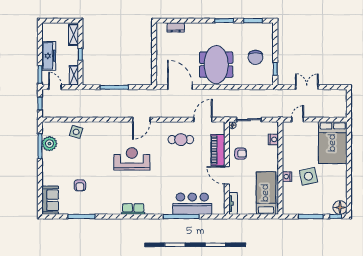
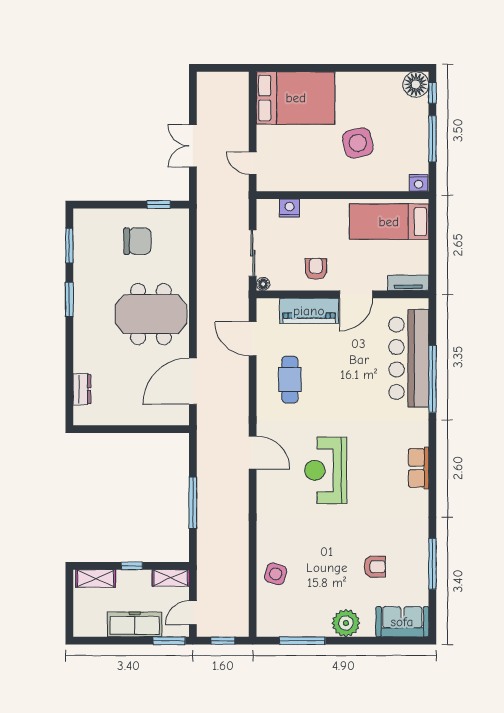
plant: (49, 144) -> (346, 623), moved
nightstand: (287, 177) -> (419, 183), moved
bar counter: (192, 204) -> (409, 358), width x1.36

